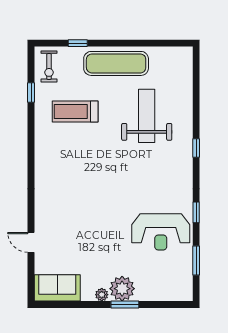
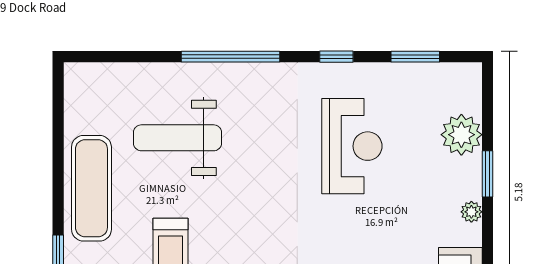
window: (196, 148) -> (230, 57), width x3.17
reception desk: (161, 232) -> (352, 146), moved
plant: (122, 289) -> (461, 135), moved

